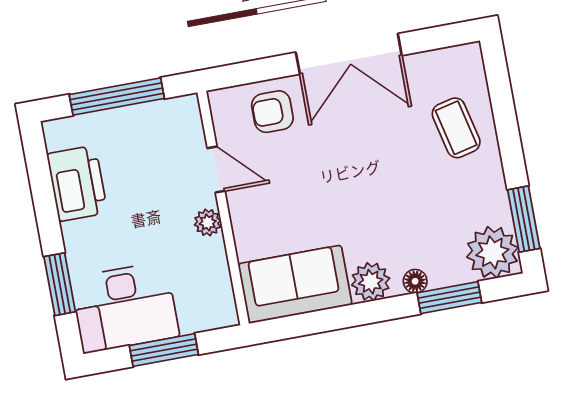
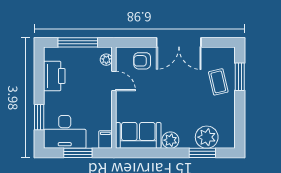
window: (524, 219) -> (240, 77), moved
plant: (208, 222) -> (106, 60), moved
plant: (492, 252) -> (207, 137), moved
floor lamp: (415, 281) -> (189, 143), removed
filing cabinet: (221, 308) -> (105, 140), added

